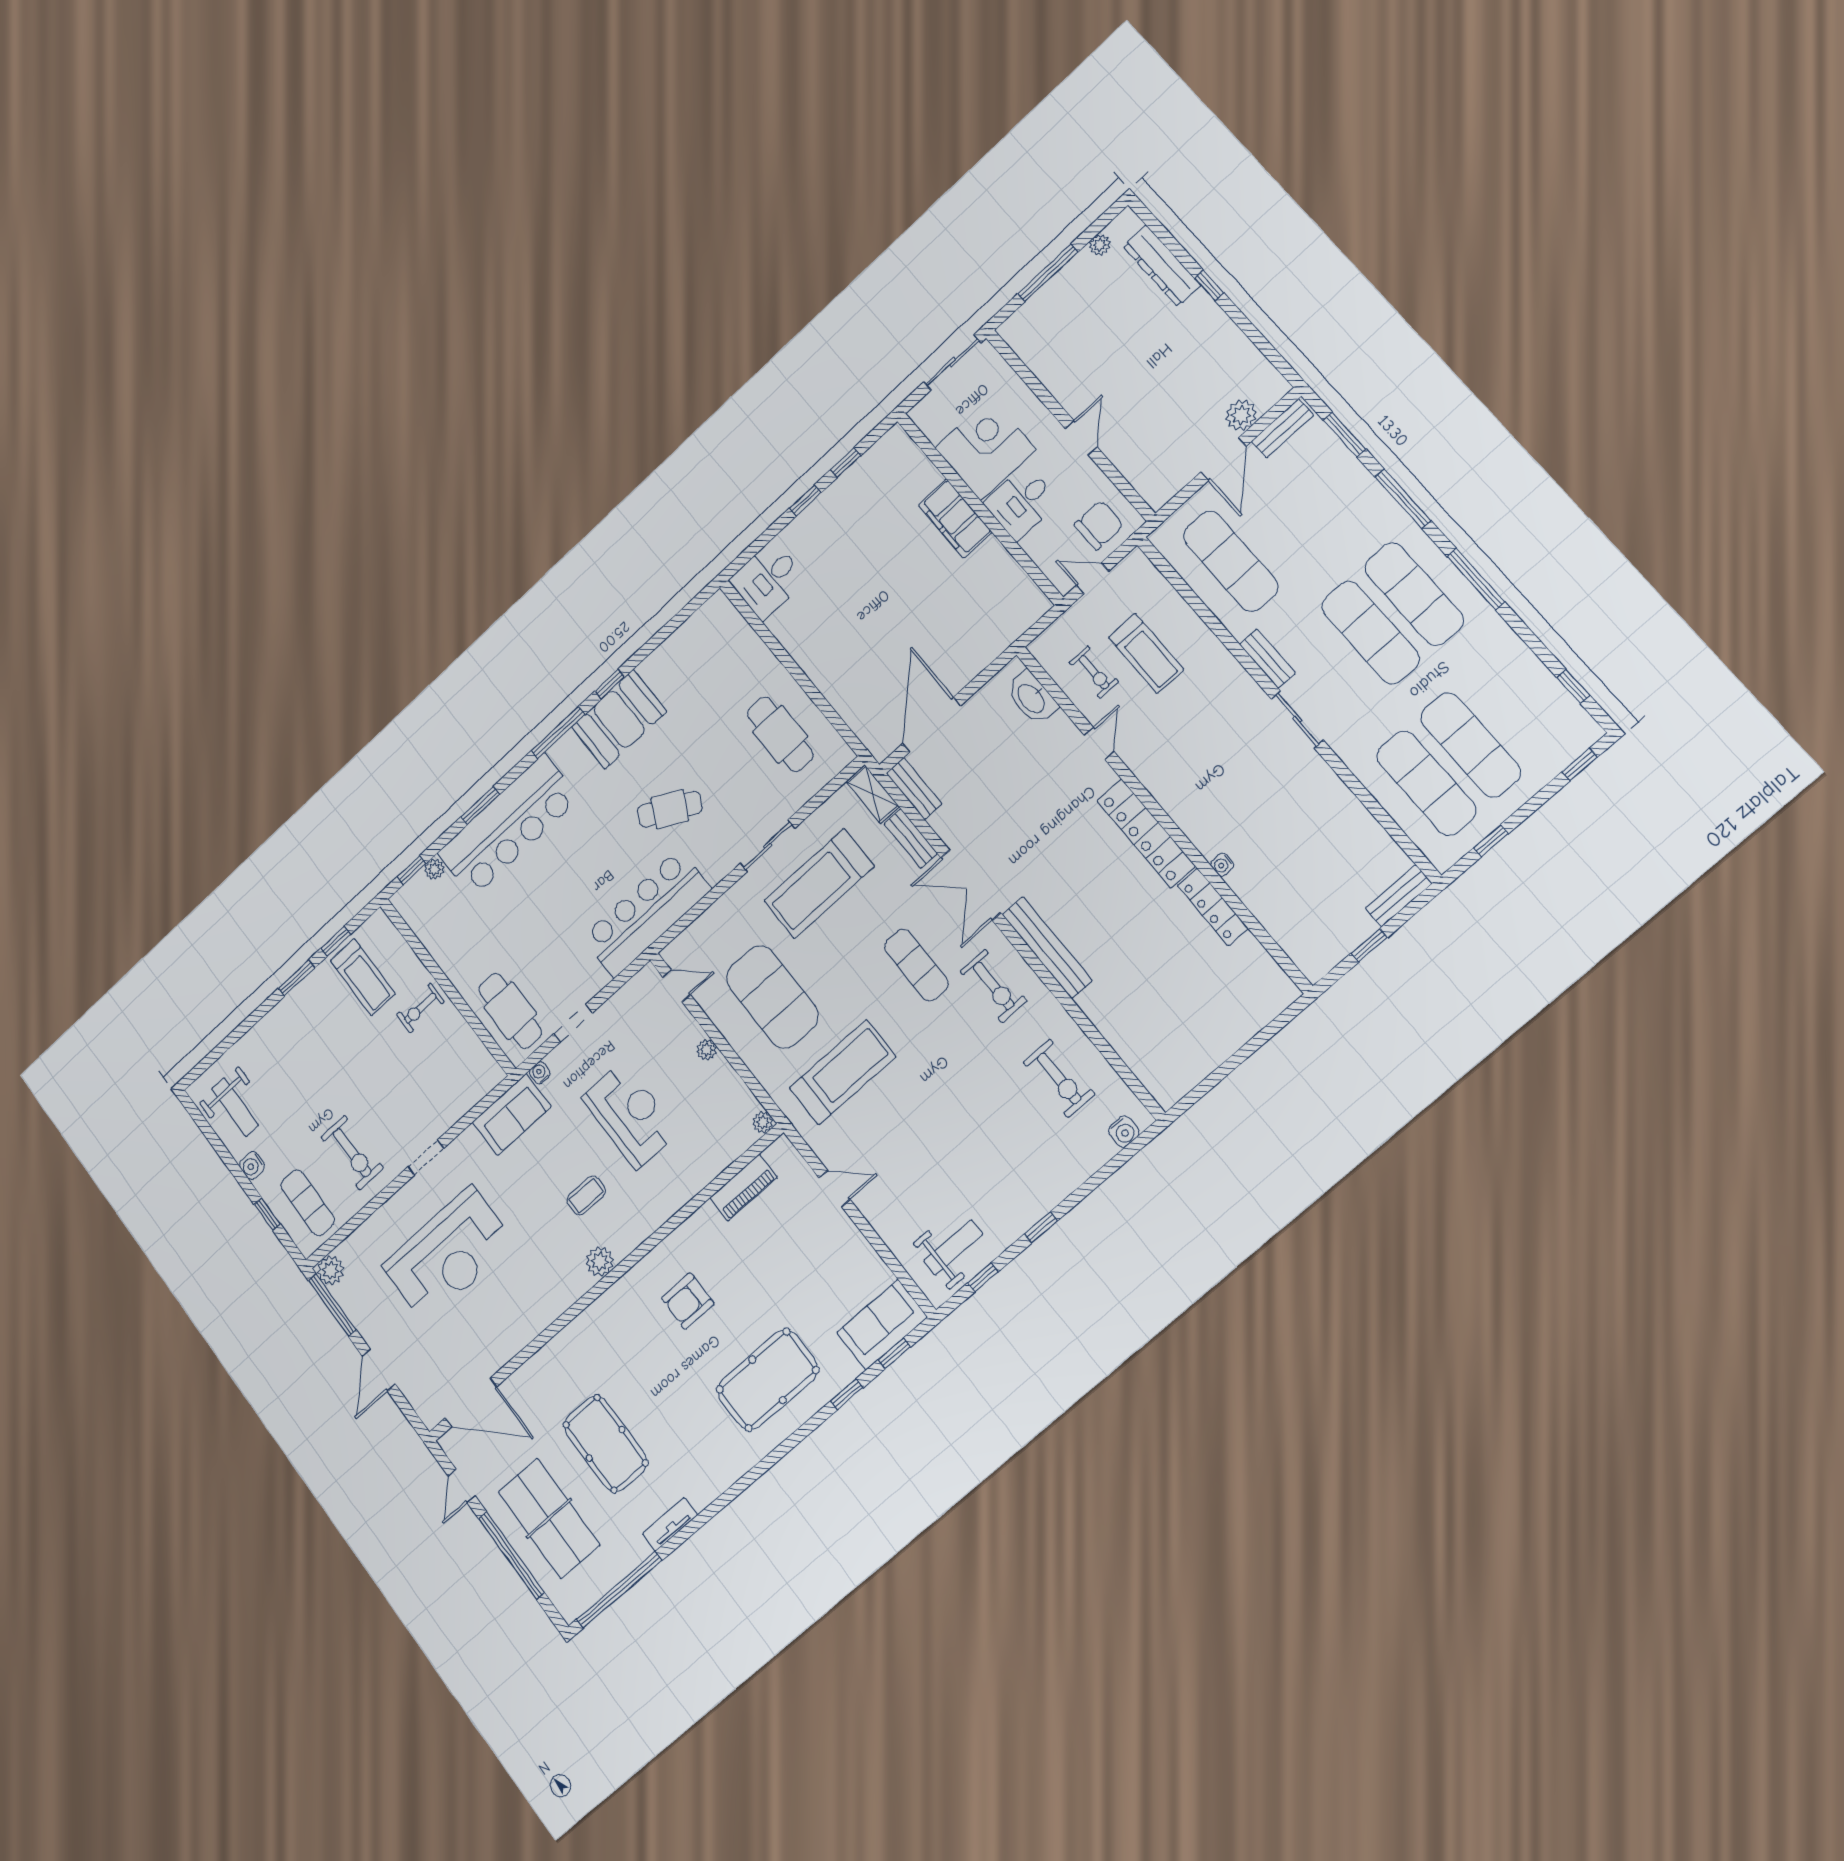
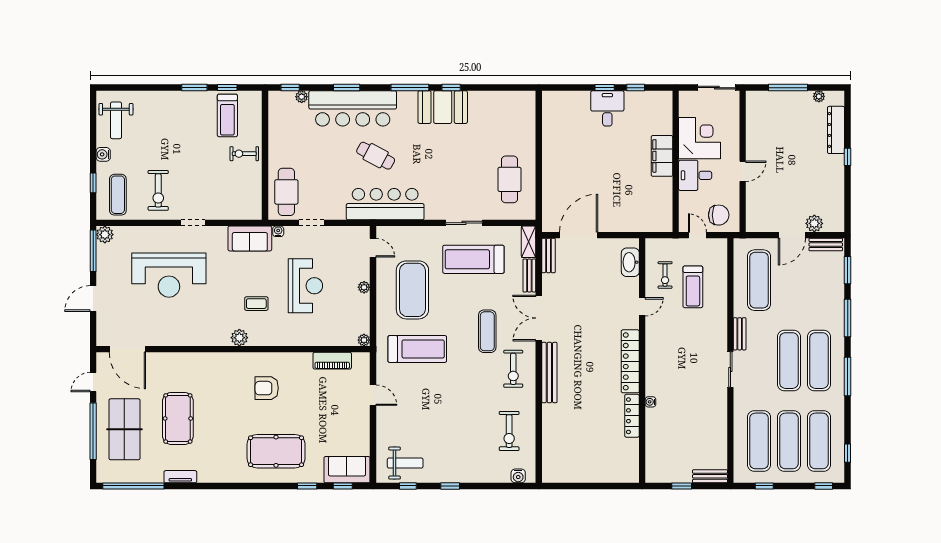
desk: (768, 580) -> (607, 108), moved, turned 90
exercise mat: (1515, 706) -> (819, 441), added
cafe table: (670, 809) -> (376, 156), moved

